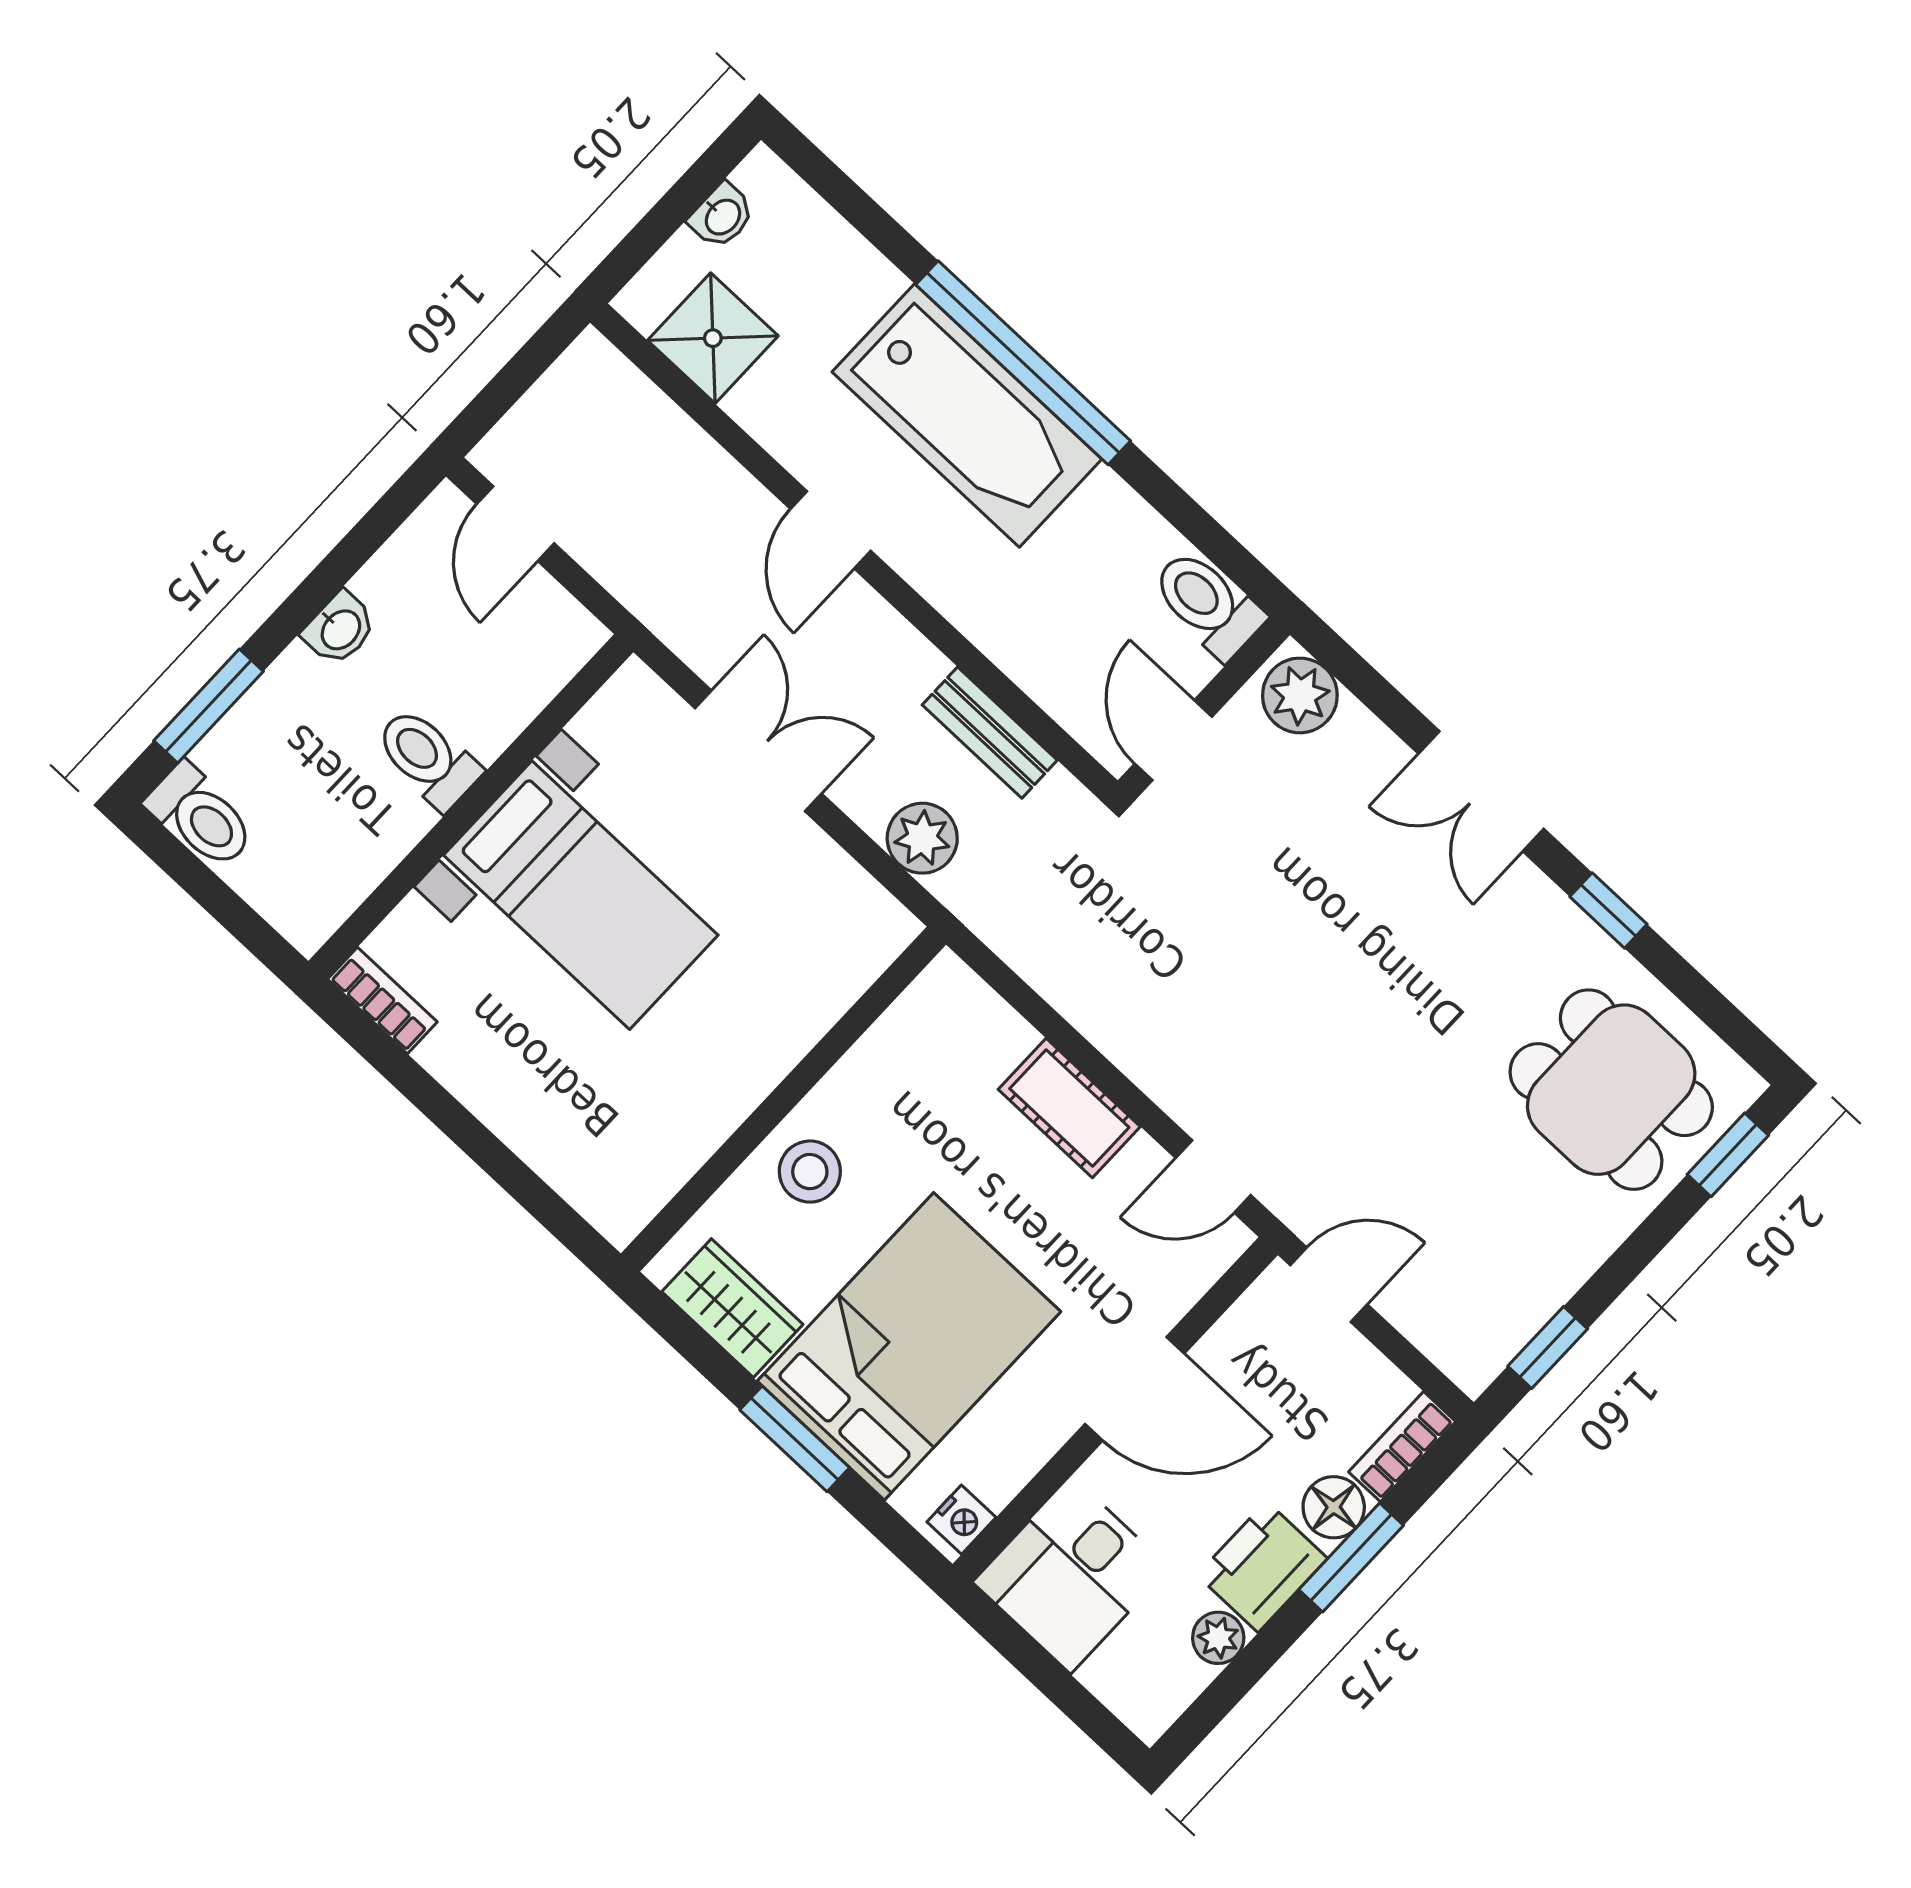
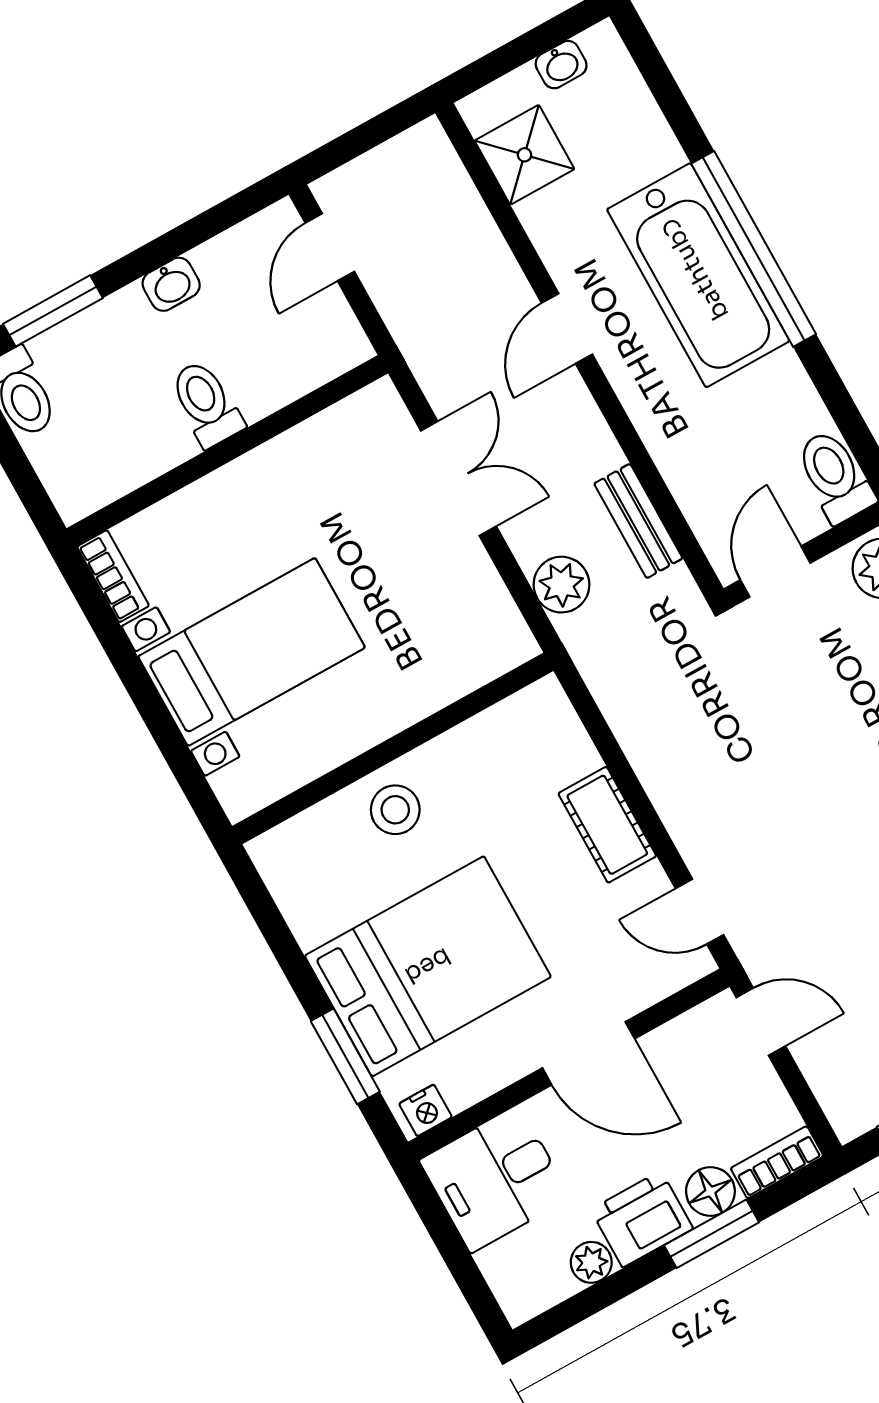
bed with nightstands: (581, 895) -> (252, 652), moved, turned -90
wardrobe: (732, 1308) -> (303, 894), removed
window: (795, 1439) -> (345, 1056), moved

